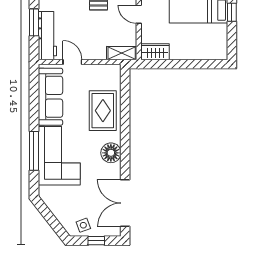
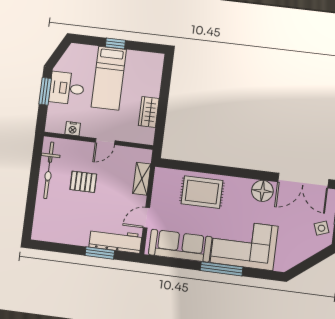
wardrobe: (155, 52) -> (149, 112), moved
shelving: (122, 53) -> (142, 179), moved
window: (34, 151) -> (222, 269), moved
floor lamp: (111, 153) -> (262, 191), moved

